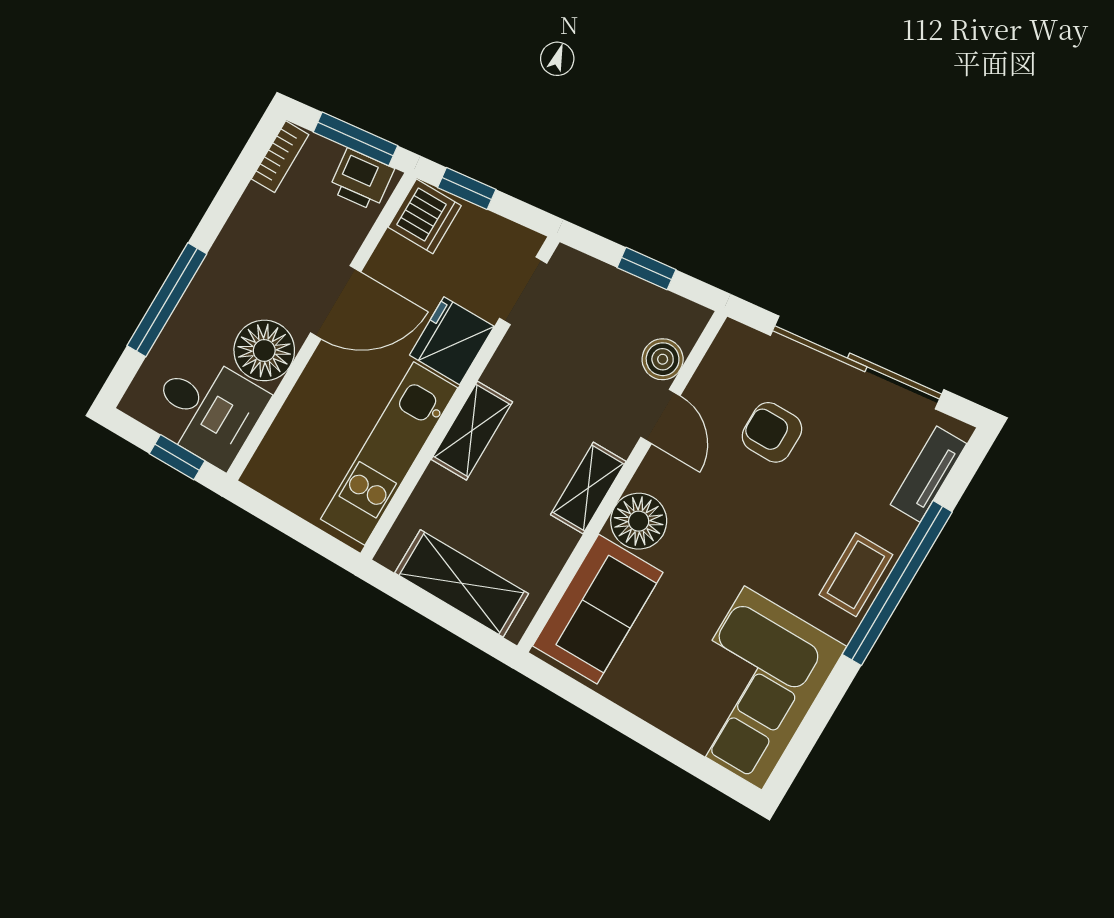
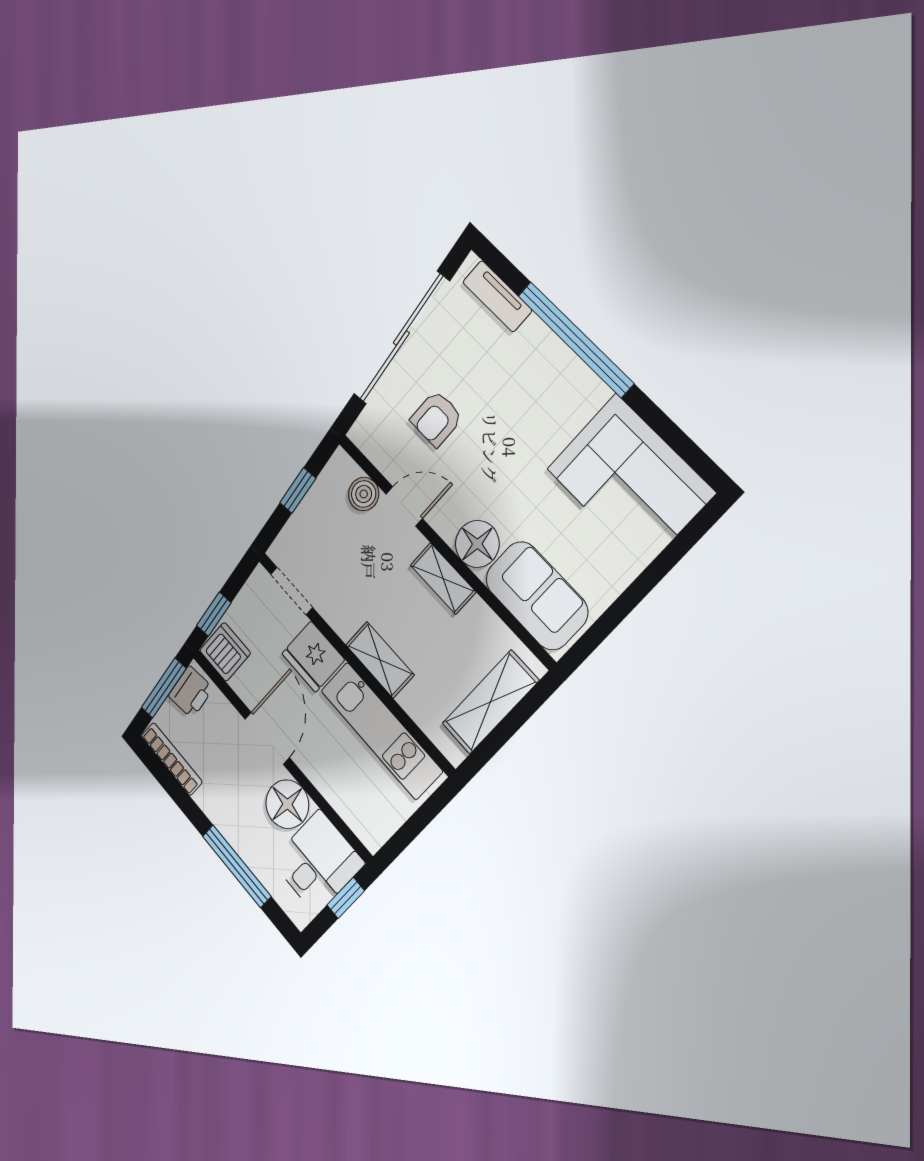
bookcase: (280, 157) -> (172, 759), width x1.56
coffee table: (856, 575) -> (561, 373), removed

